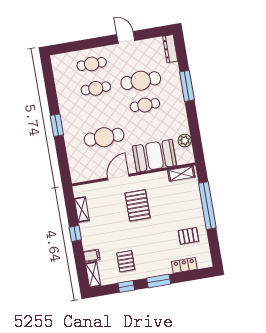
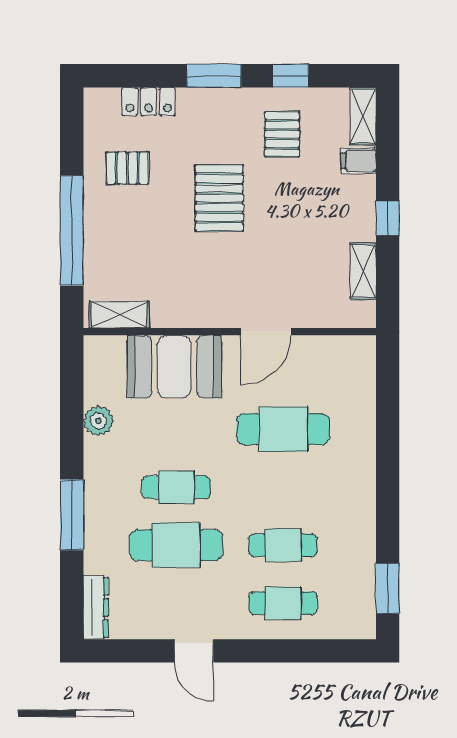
window: (57, 125) -> (388, 588), moved
plant: (185, 140) -> (98, 421), moved
pallet: (137, 205) -> (219, 198), moved

